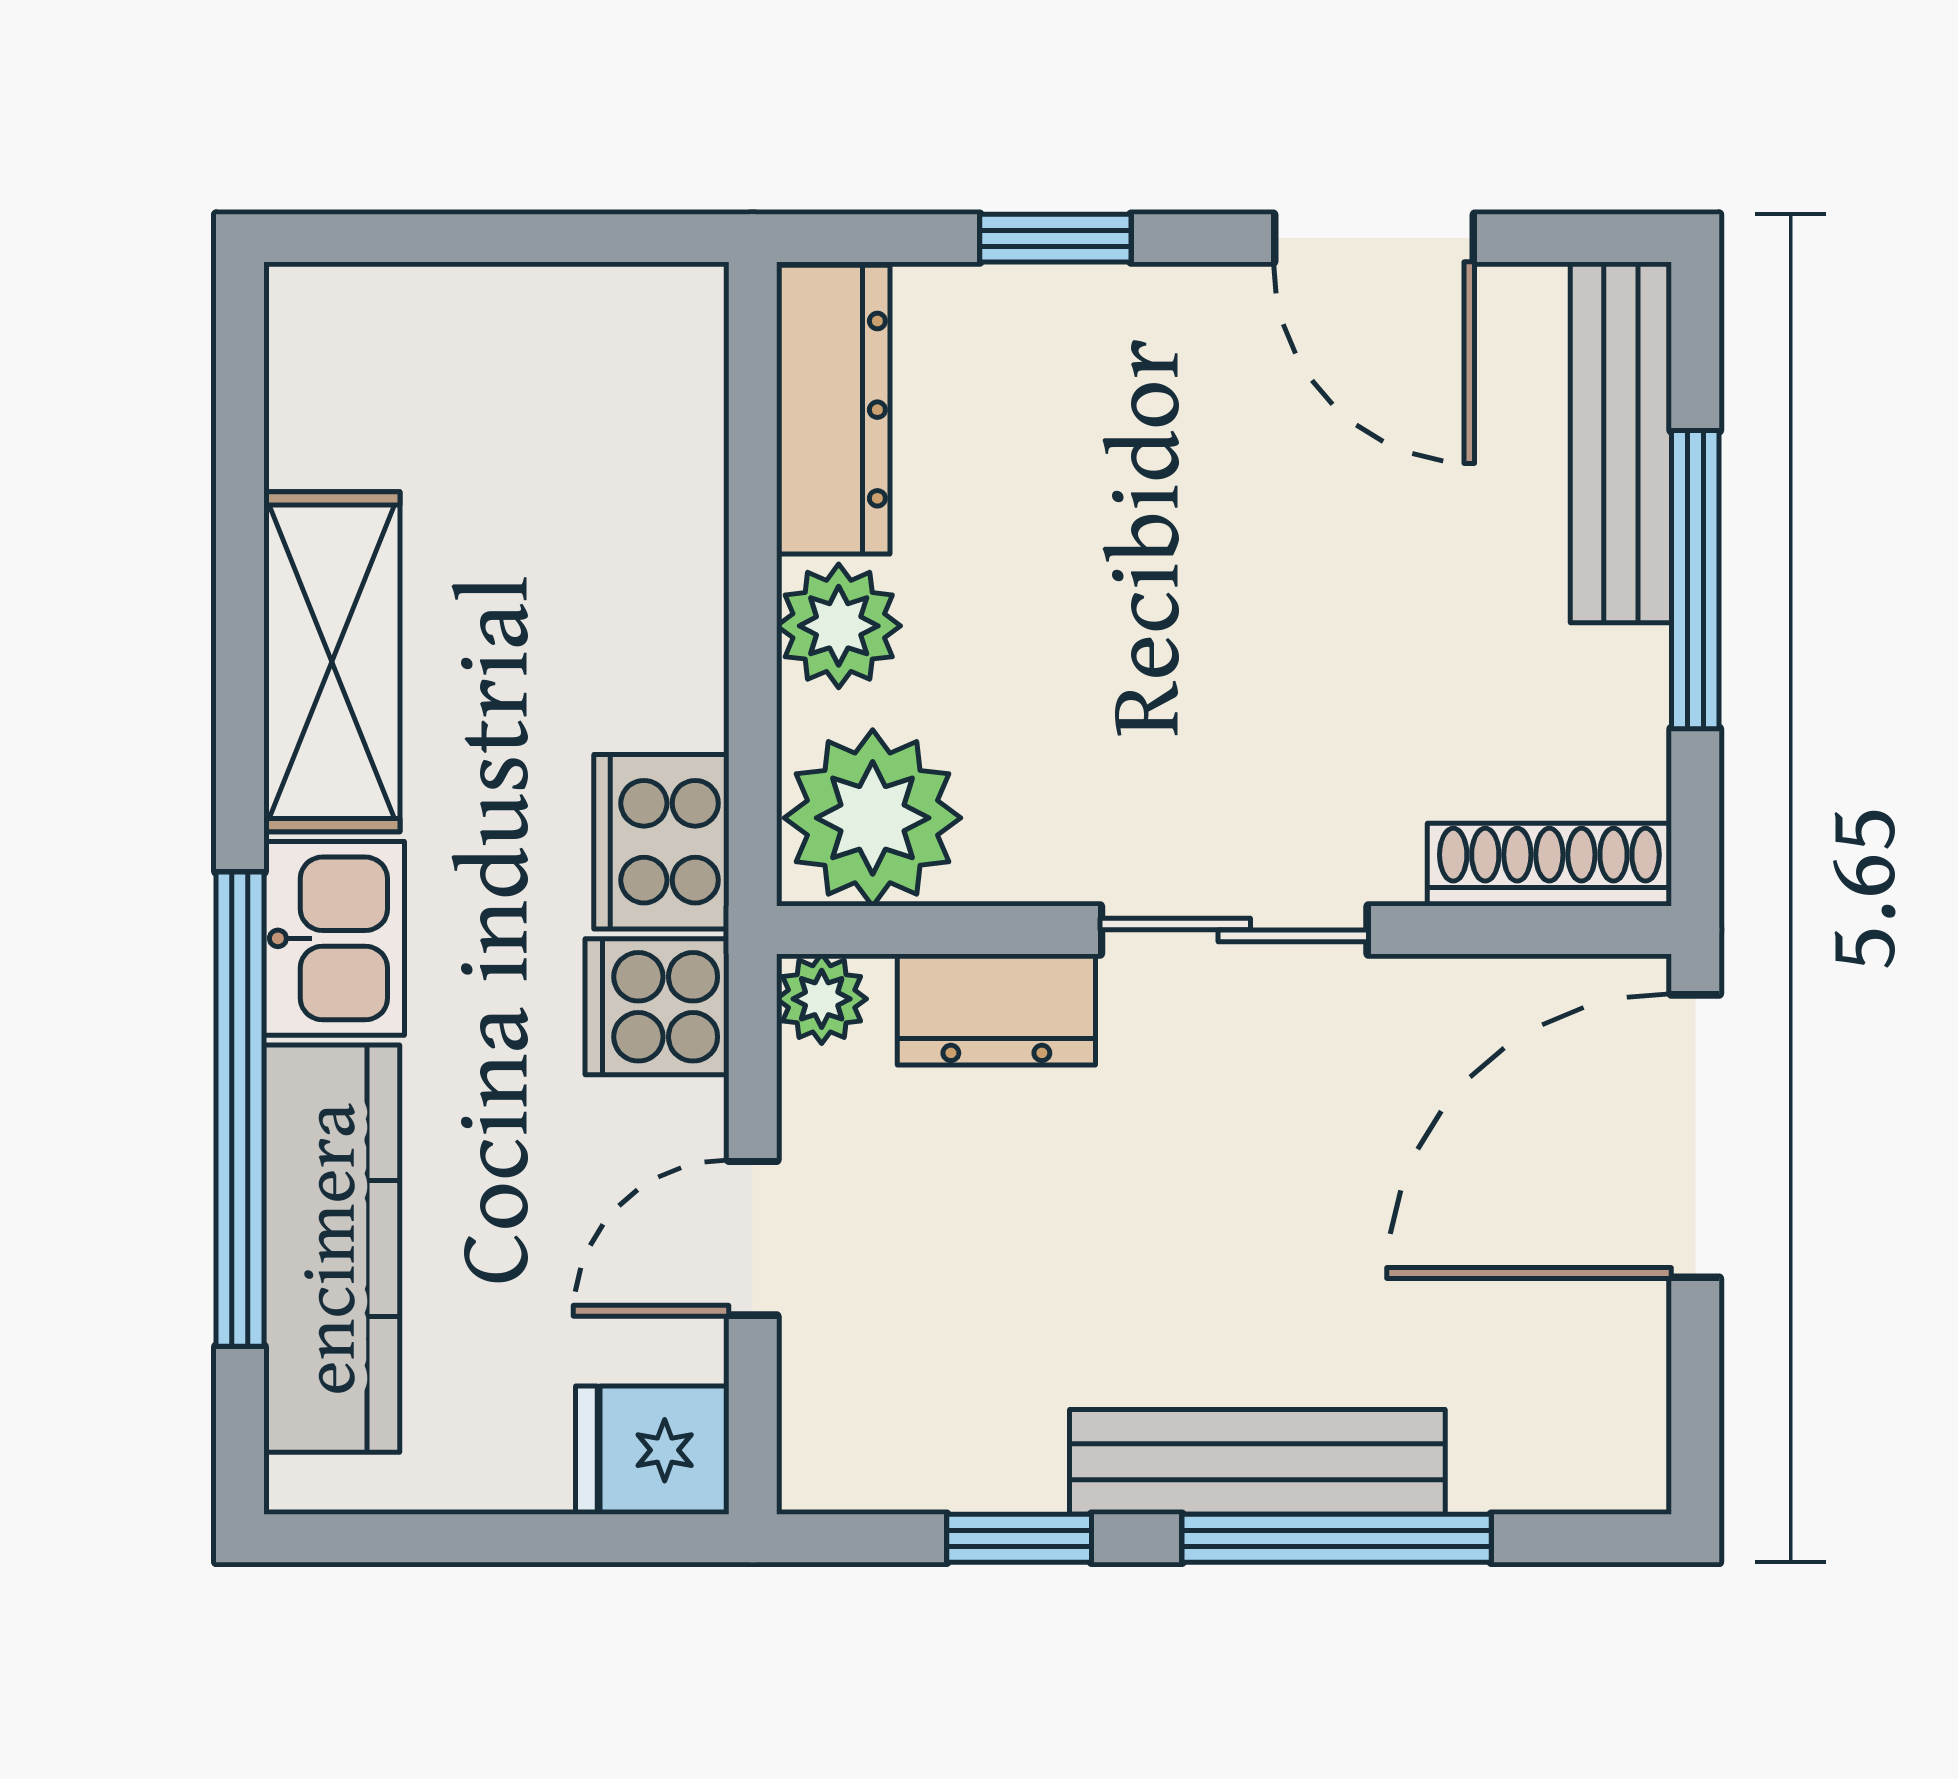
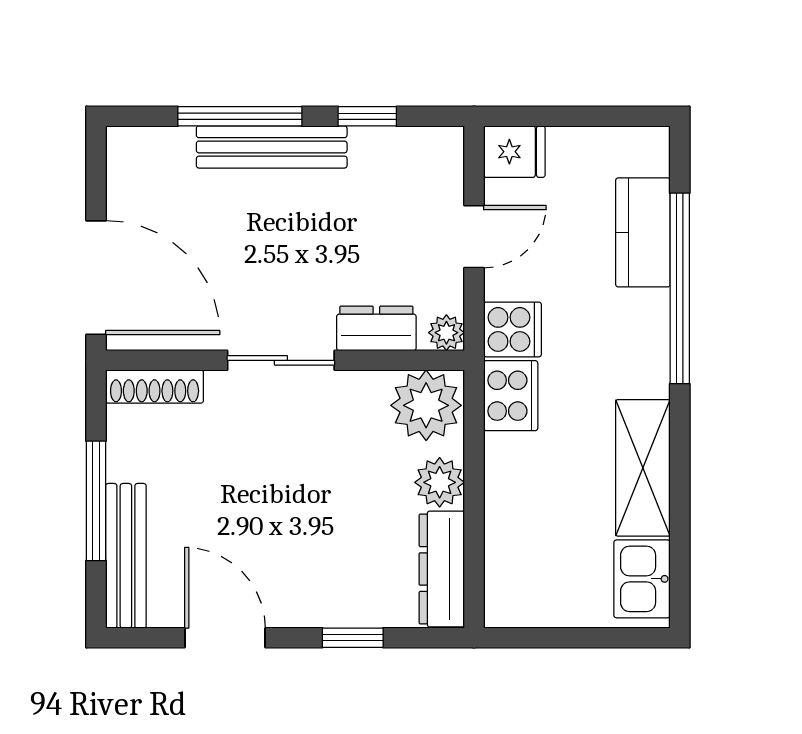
kitchen sink: (334, 938) -> (642, 579), moved
door: (1695, 1136) -> (96, 278), hinge flipped
kitchen counter: (332, 1249) -> (643, 232), width x0.67

